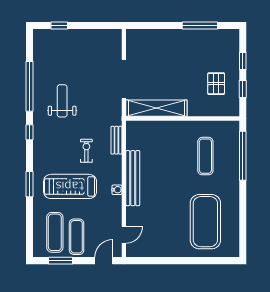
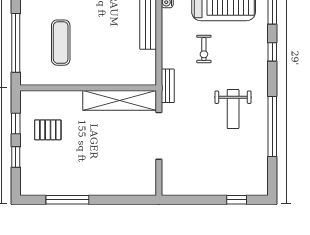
pallet: (216, 84) -> (48, 130), turned 90
window: (30, 132) -> (272, 52), moved
bench: (116, 140) -> (168, 86), moved

